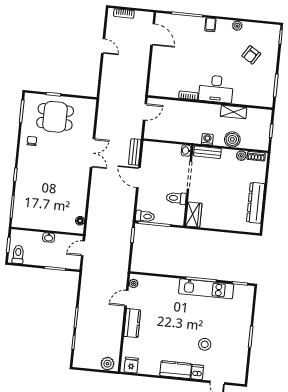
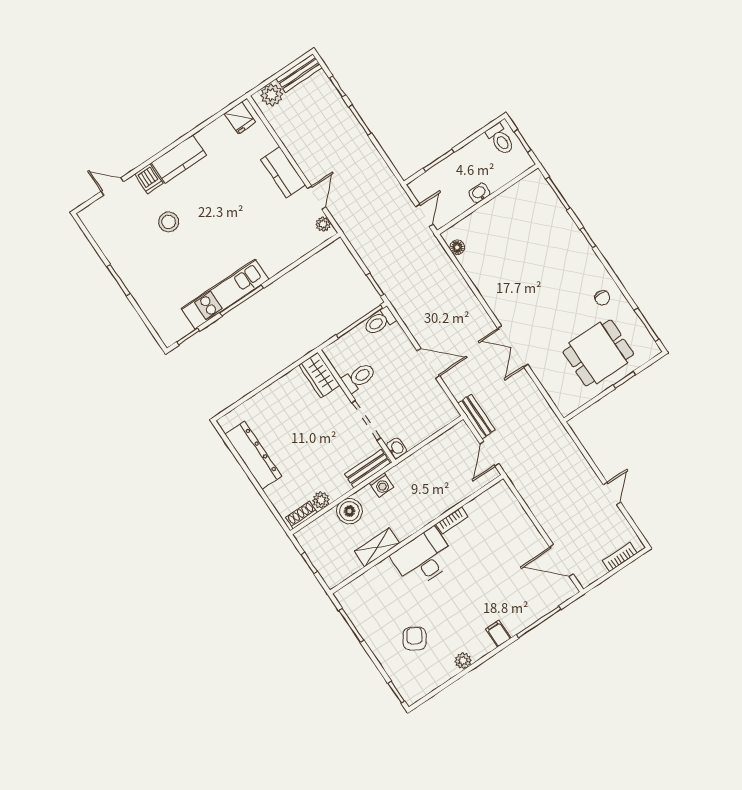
door: (103, 46) -> (612, 493), swing flipped
bench: (135, 152) -> (477, 417), moved
bench: (86, 363) -> (299, 73), added

